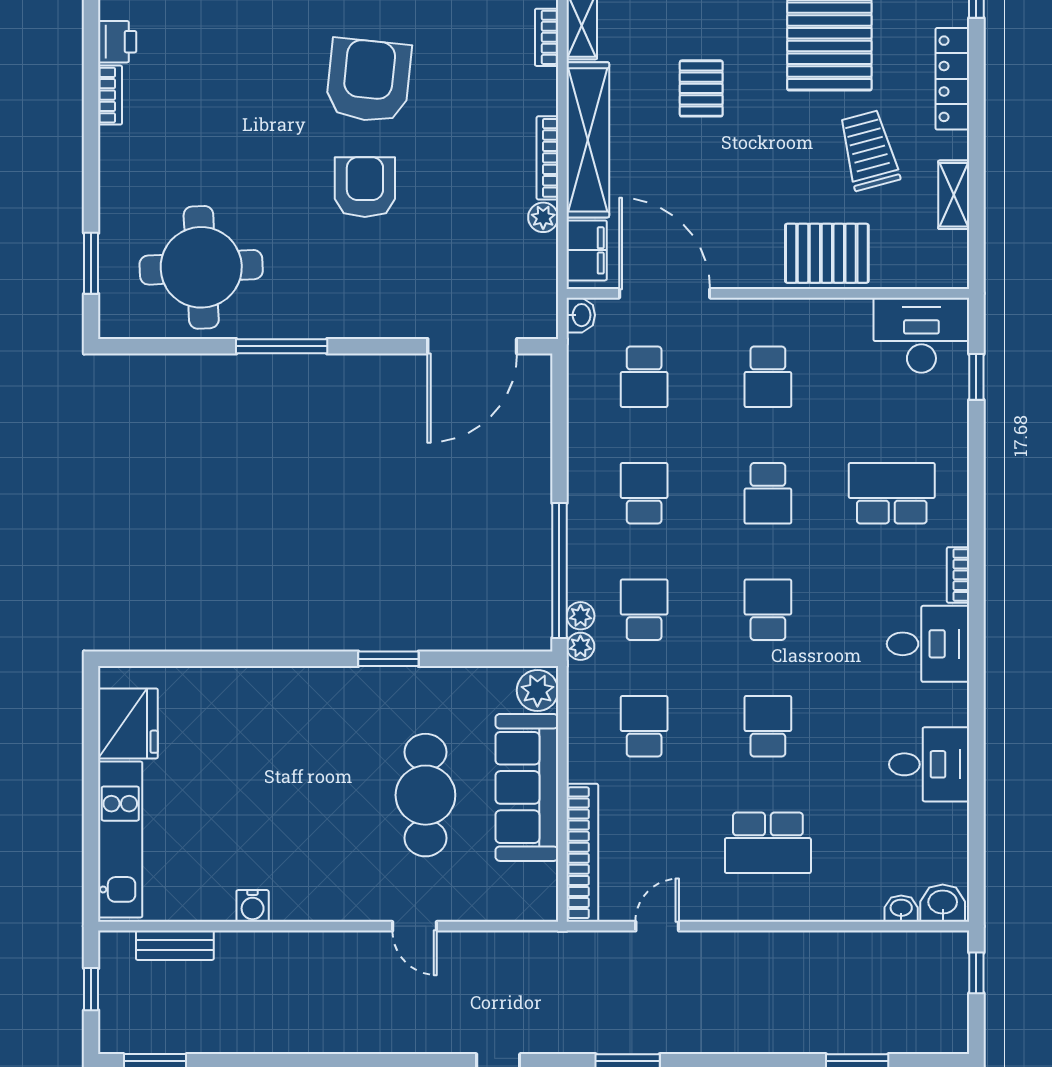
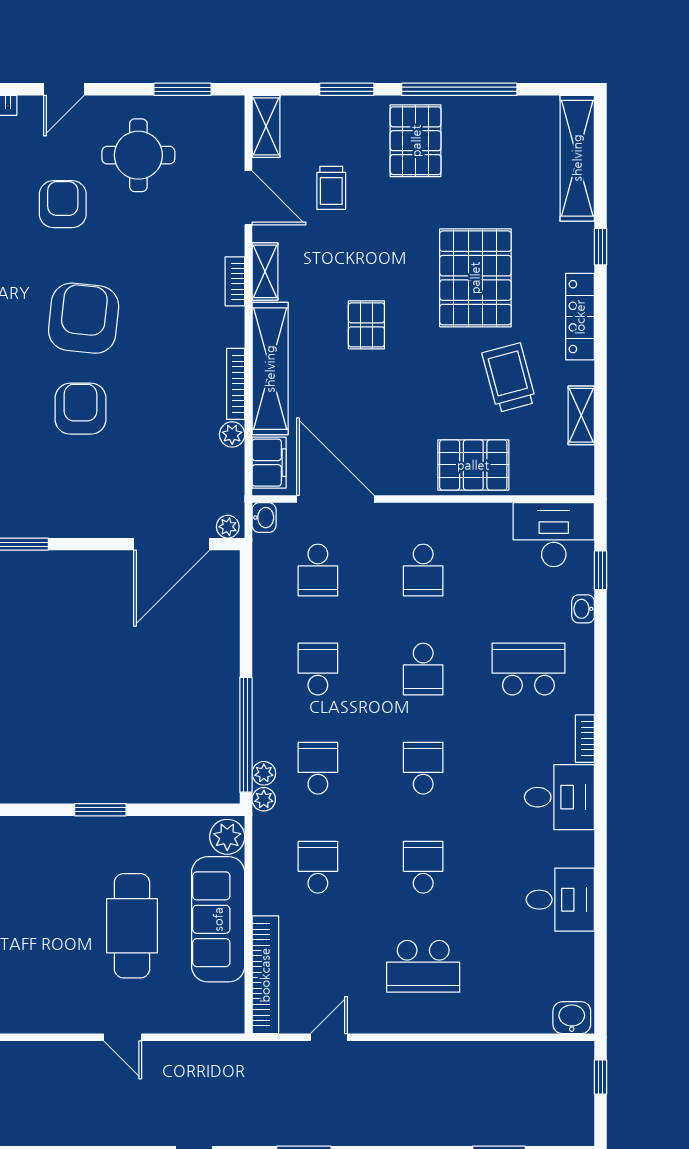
plant: (538, 326) -> (228, 527), added
washbasin: (901, 909) -> (583, 609), moved, turned -90

